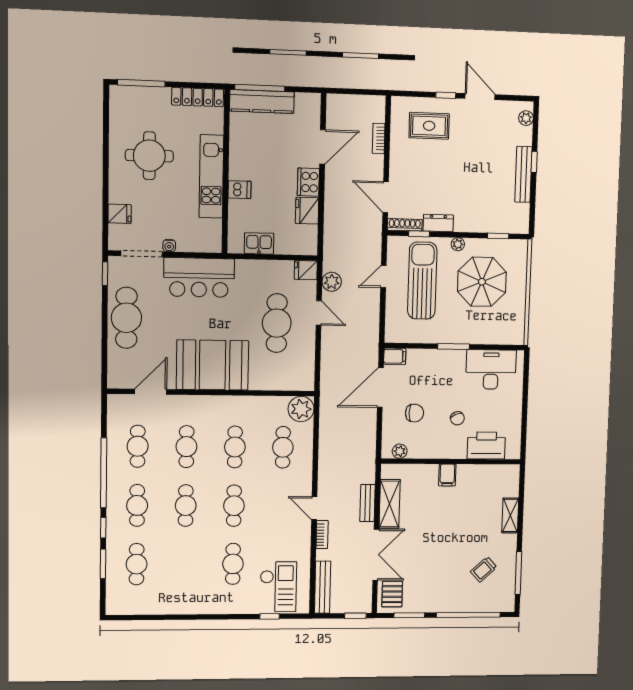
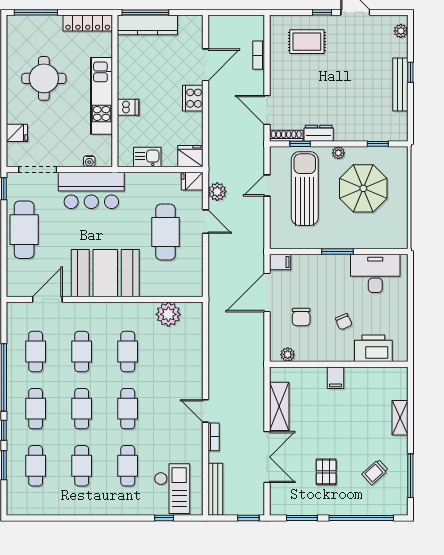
fridge: (307, 211) -> (190, 156), moved, turned 90
water cooler: (169, 246) -> (89, 161), moved
plant: (301, 409) -> (168, 314), moved
chair: (415, 413) -> (301, 317), turned 90
cafe table: (283, 447) -> (82, 466), moved
bench: (367, 503) -> (257, 406), removed
pallet: (392, 594) -> (326, 472), moved

